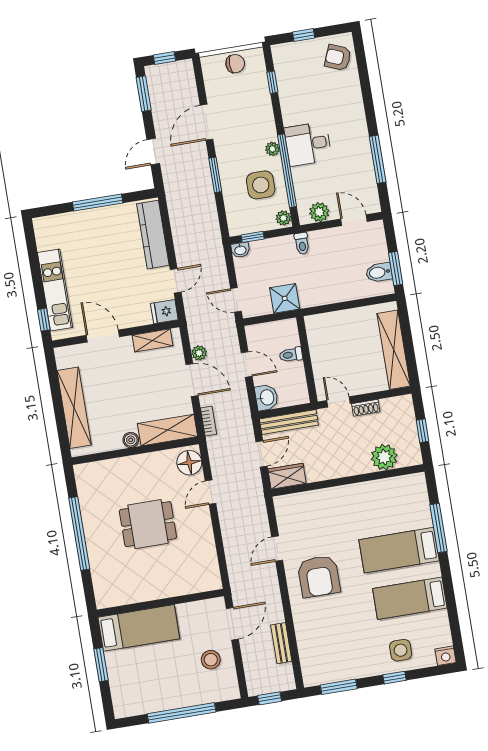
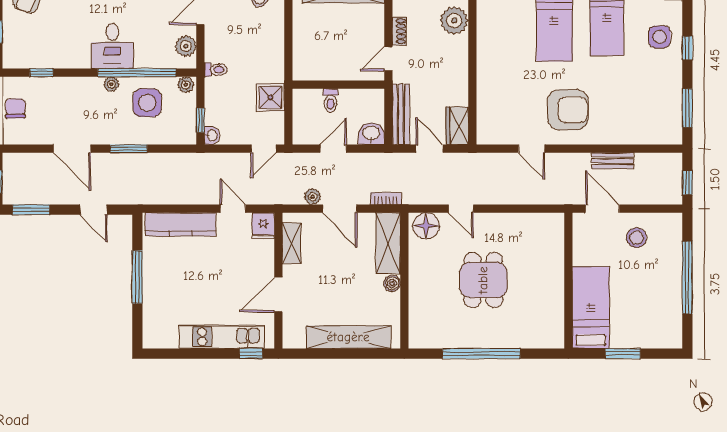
door: (192, 380) -> (340, 209), swing flipped
bench: (281, 643) -> (612, 161), moved

